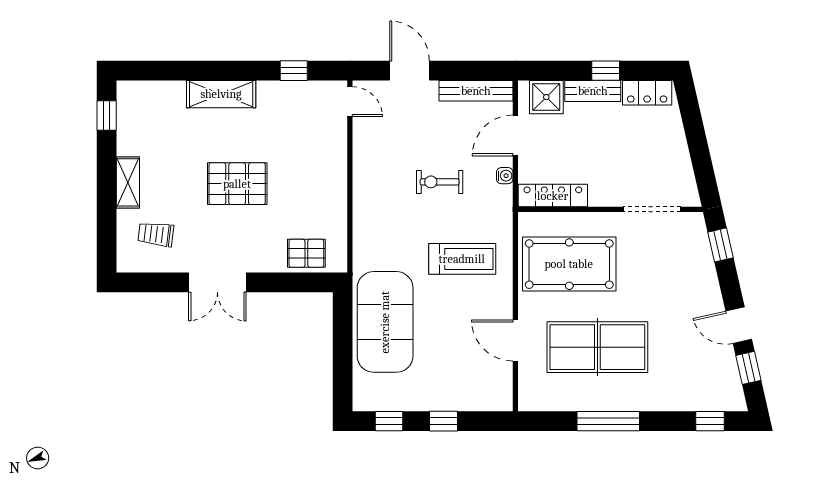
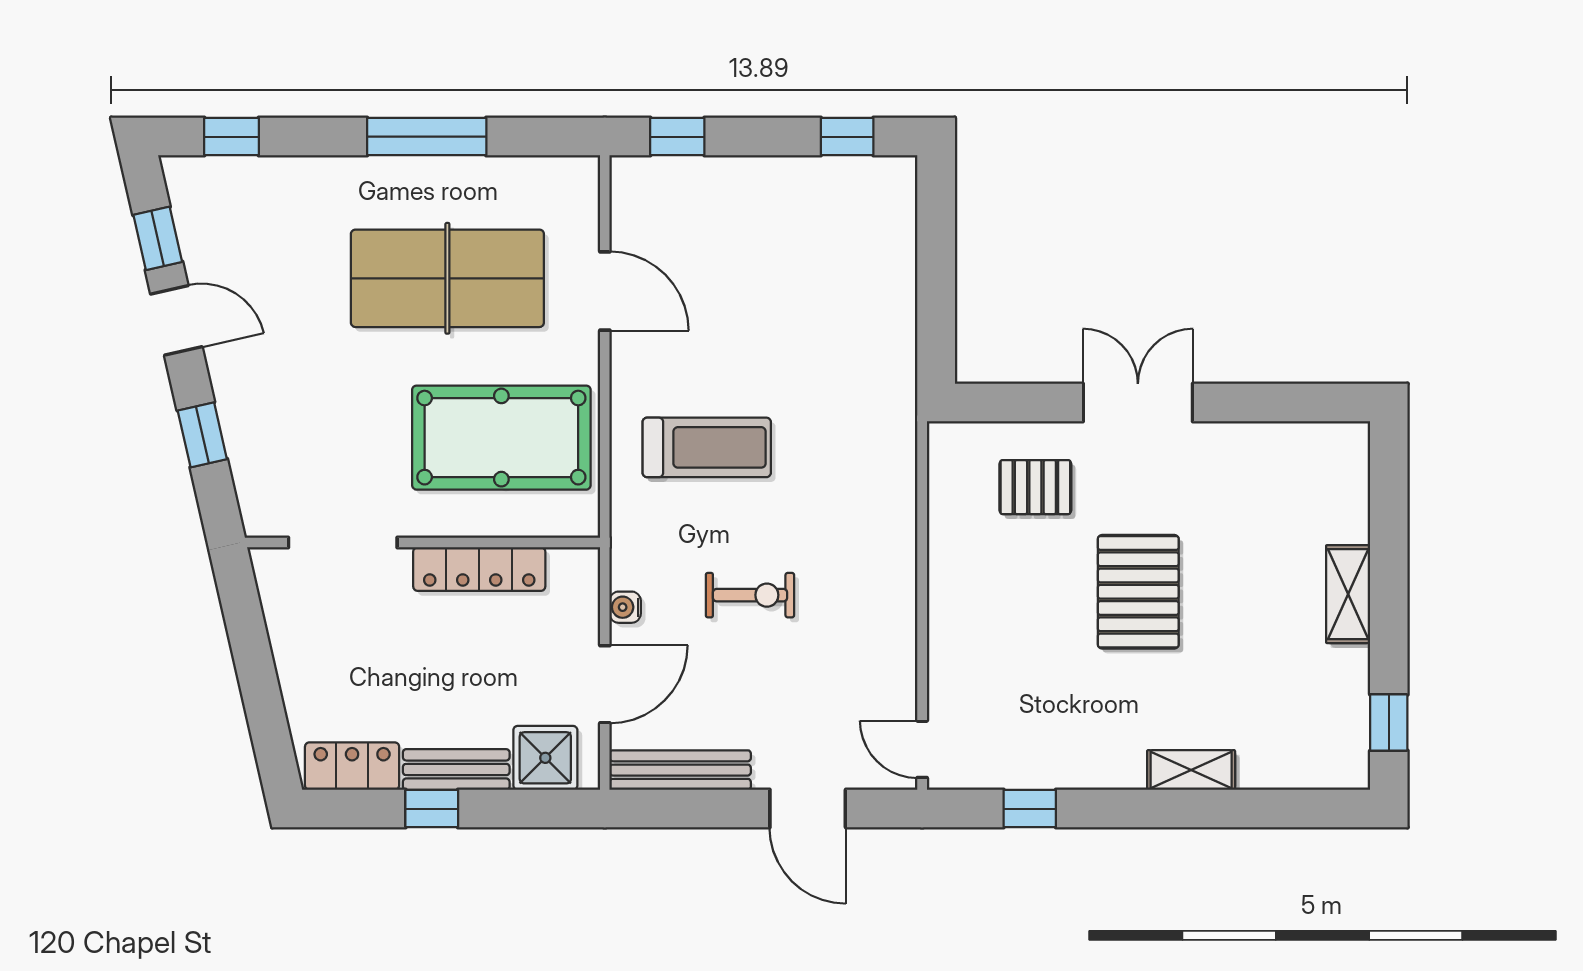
shelving: (221, 94) -> (1191, 770), width x0.67, depth x0.75
pallet: (237, 184) -> (1138, 592), turned 90
locker: (553, 196) -> (479, 569), moved
trolley: (156, 234) -> (1294, 495), removed
window: (721, 245) -> (202, 435), moved
pallet: (306, 253) -> (1035, 487), moved
treadmill: (462, 259) -> (707, 447), turned 180
double door: (217, 282) -> (1138, 403), moved
exercise mat: (385, 322) -> (855, 327), removed
window: (444, 421) -> (677, 137), moved

